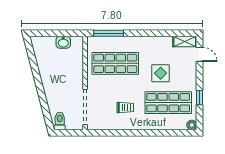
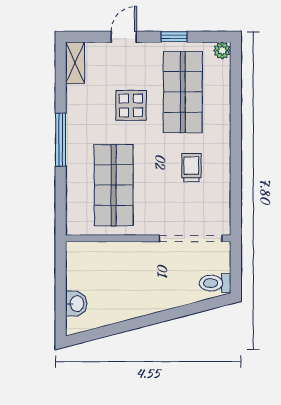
window: (109, 33) -> (61, 140), moved
washbasin: (63, 42) -> (76, 304), moved
door: (200, 54) -> (124, 37), moved

